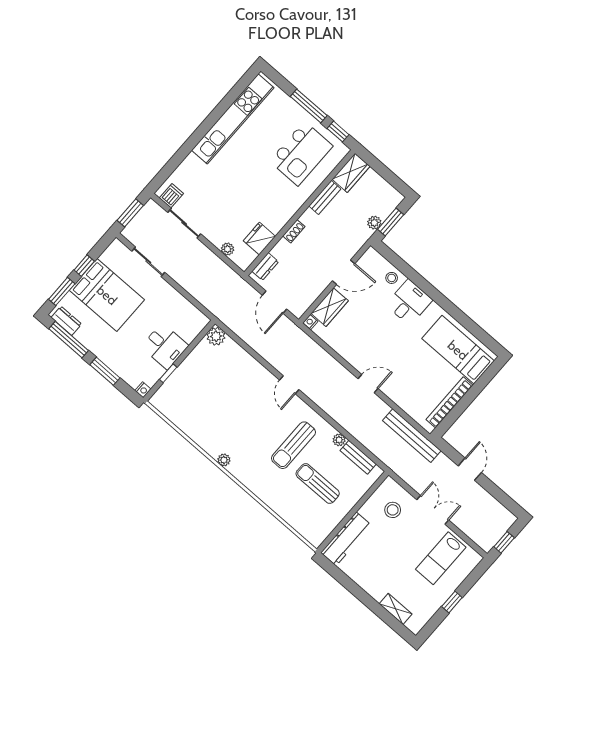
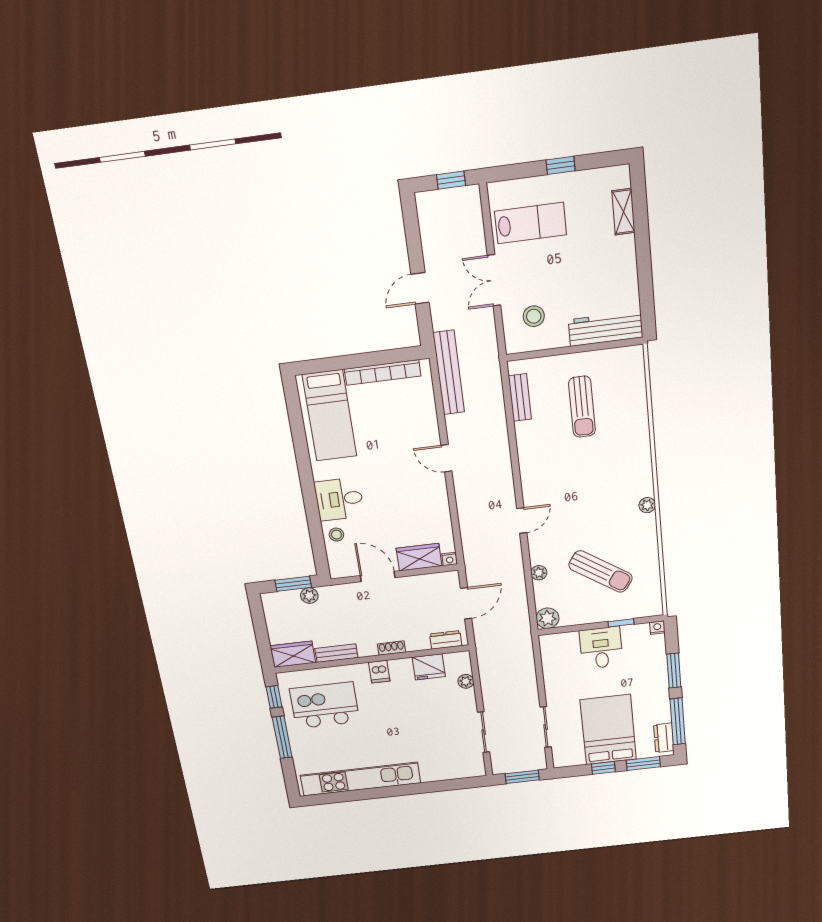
dishwasher: (171, 196) -> (379, 672), moved, turned -90
plant: (339, 440) -> (539, 573), moved
sun lounger: (293, 445) -> (601, 571), moved, turned 34

